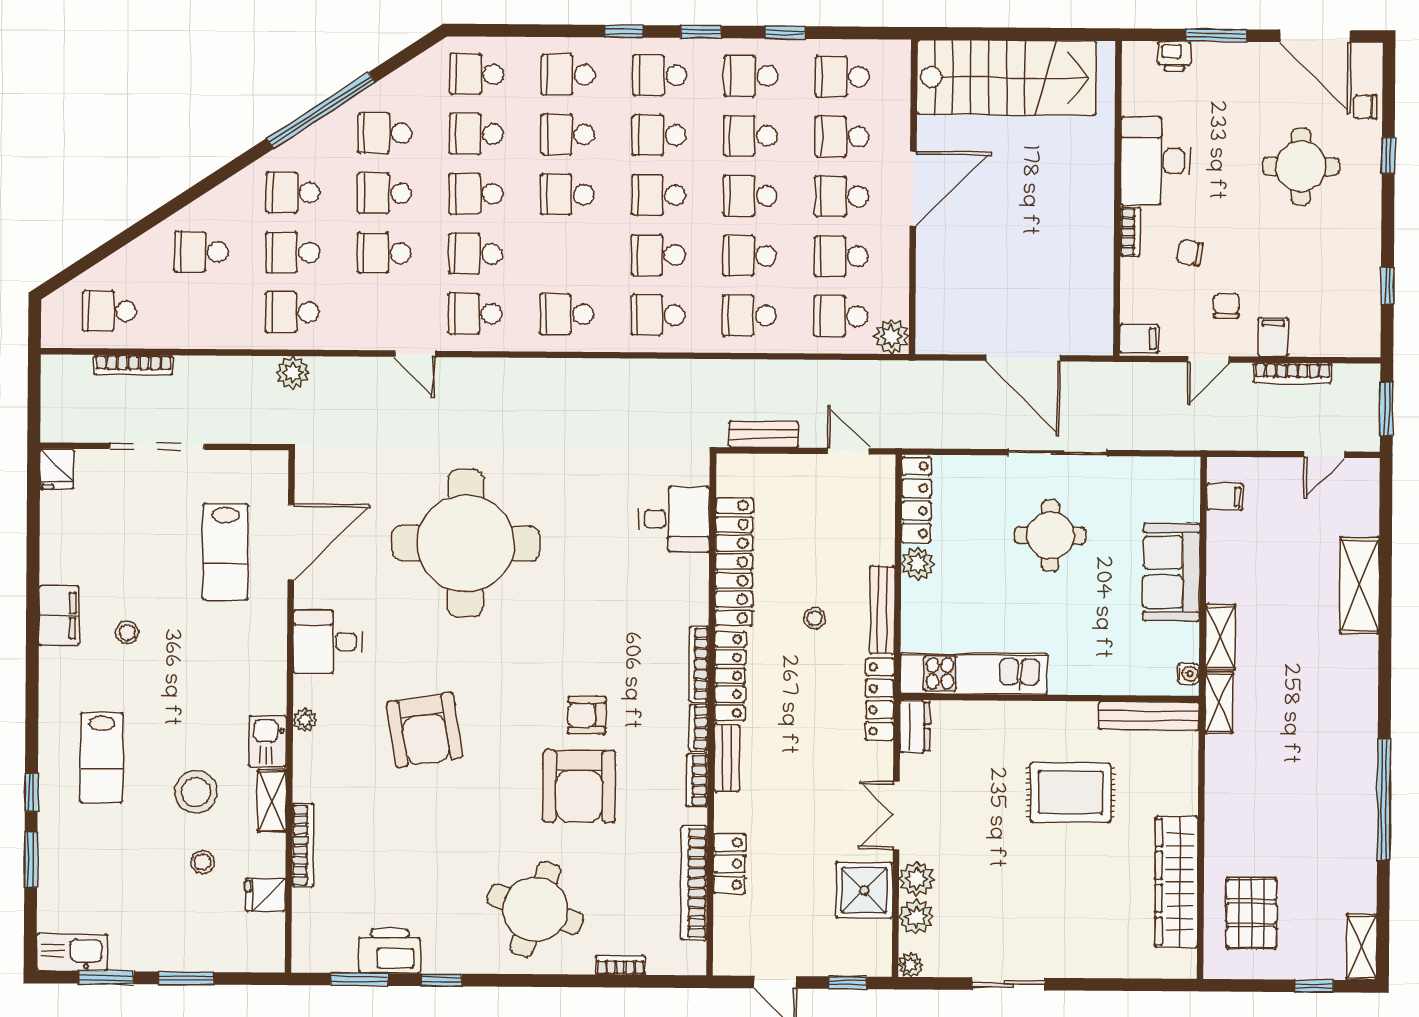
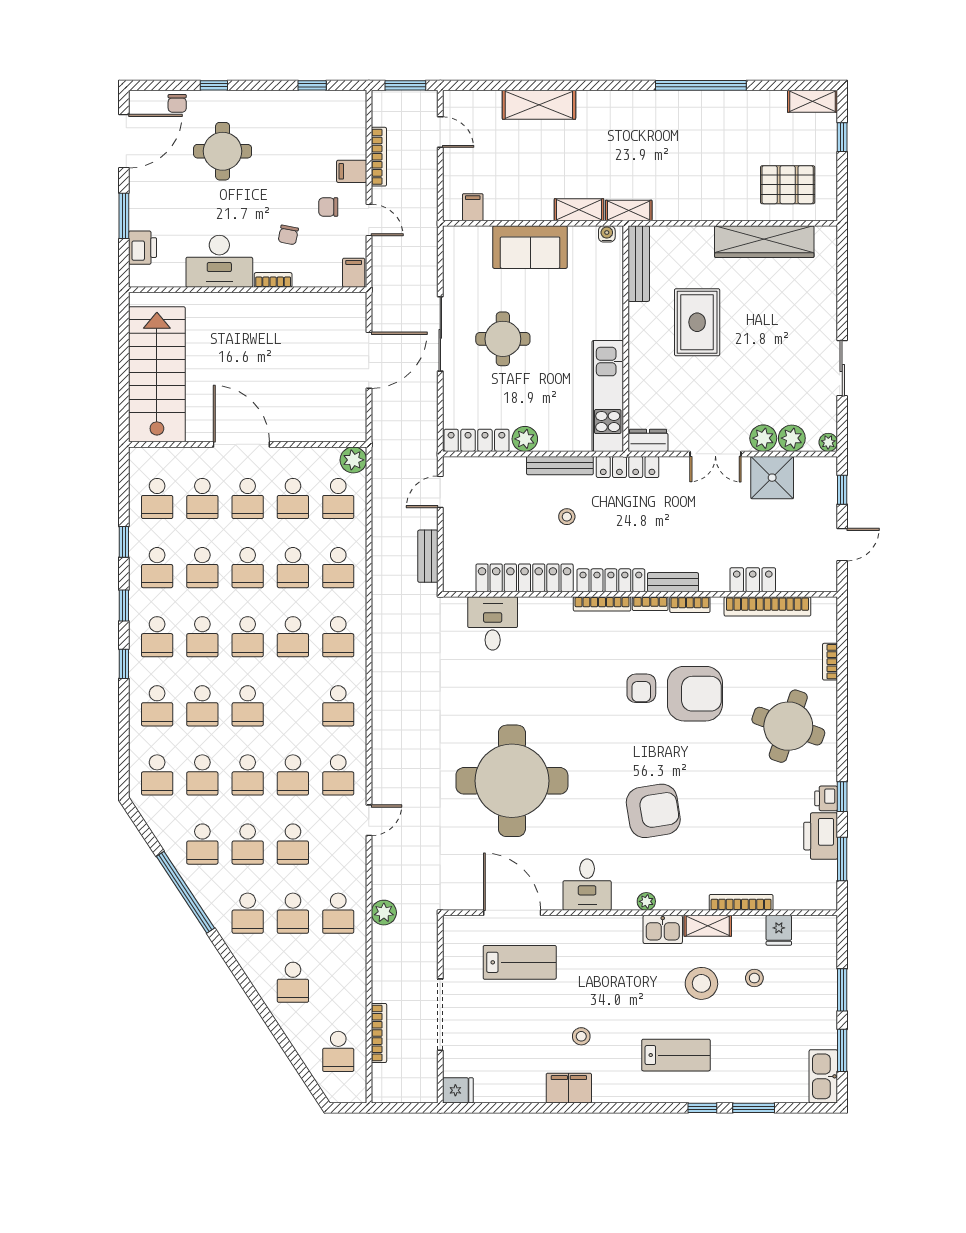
printer: (1174, 56) -> (143, 248), width x1.36, depth x1.24
printer: (440, 959) -> (826, 798), added

